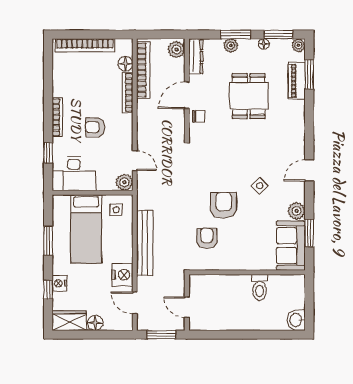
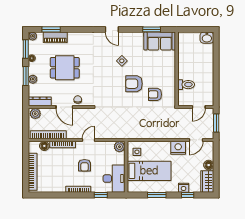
door: (135, 161) -> (89, 140), moved
plant: (297, 211) -> (138, 37), removed
bench: (145, 243) -> (158, 134), removed
toilet: (260, 287) -> (186, 85), moved

